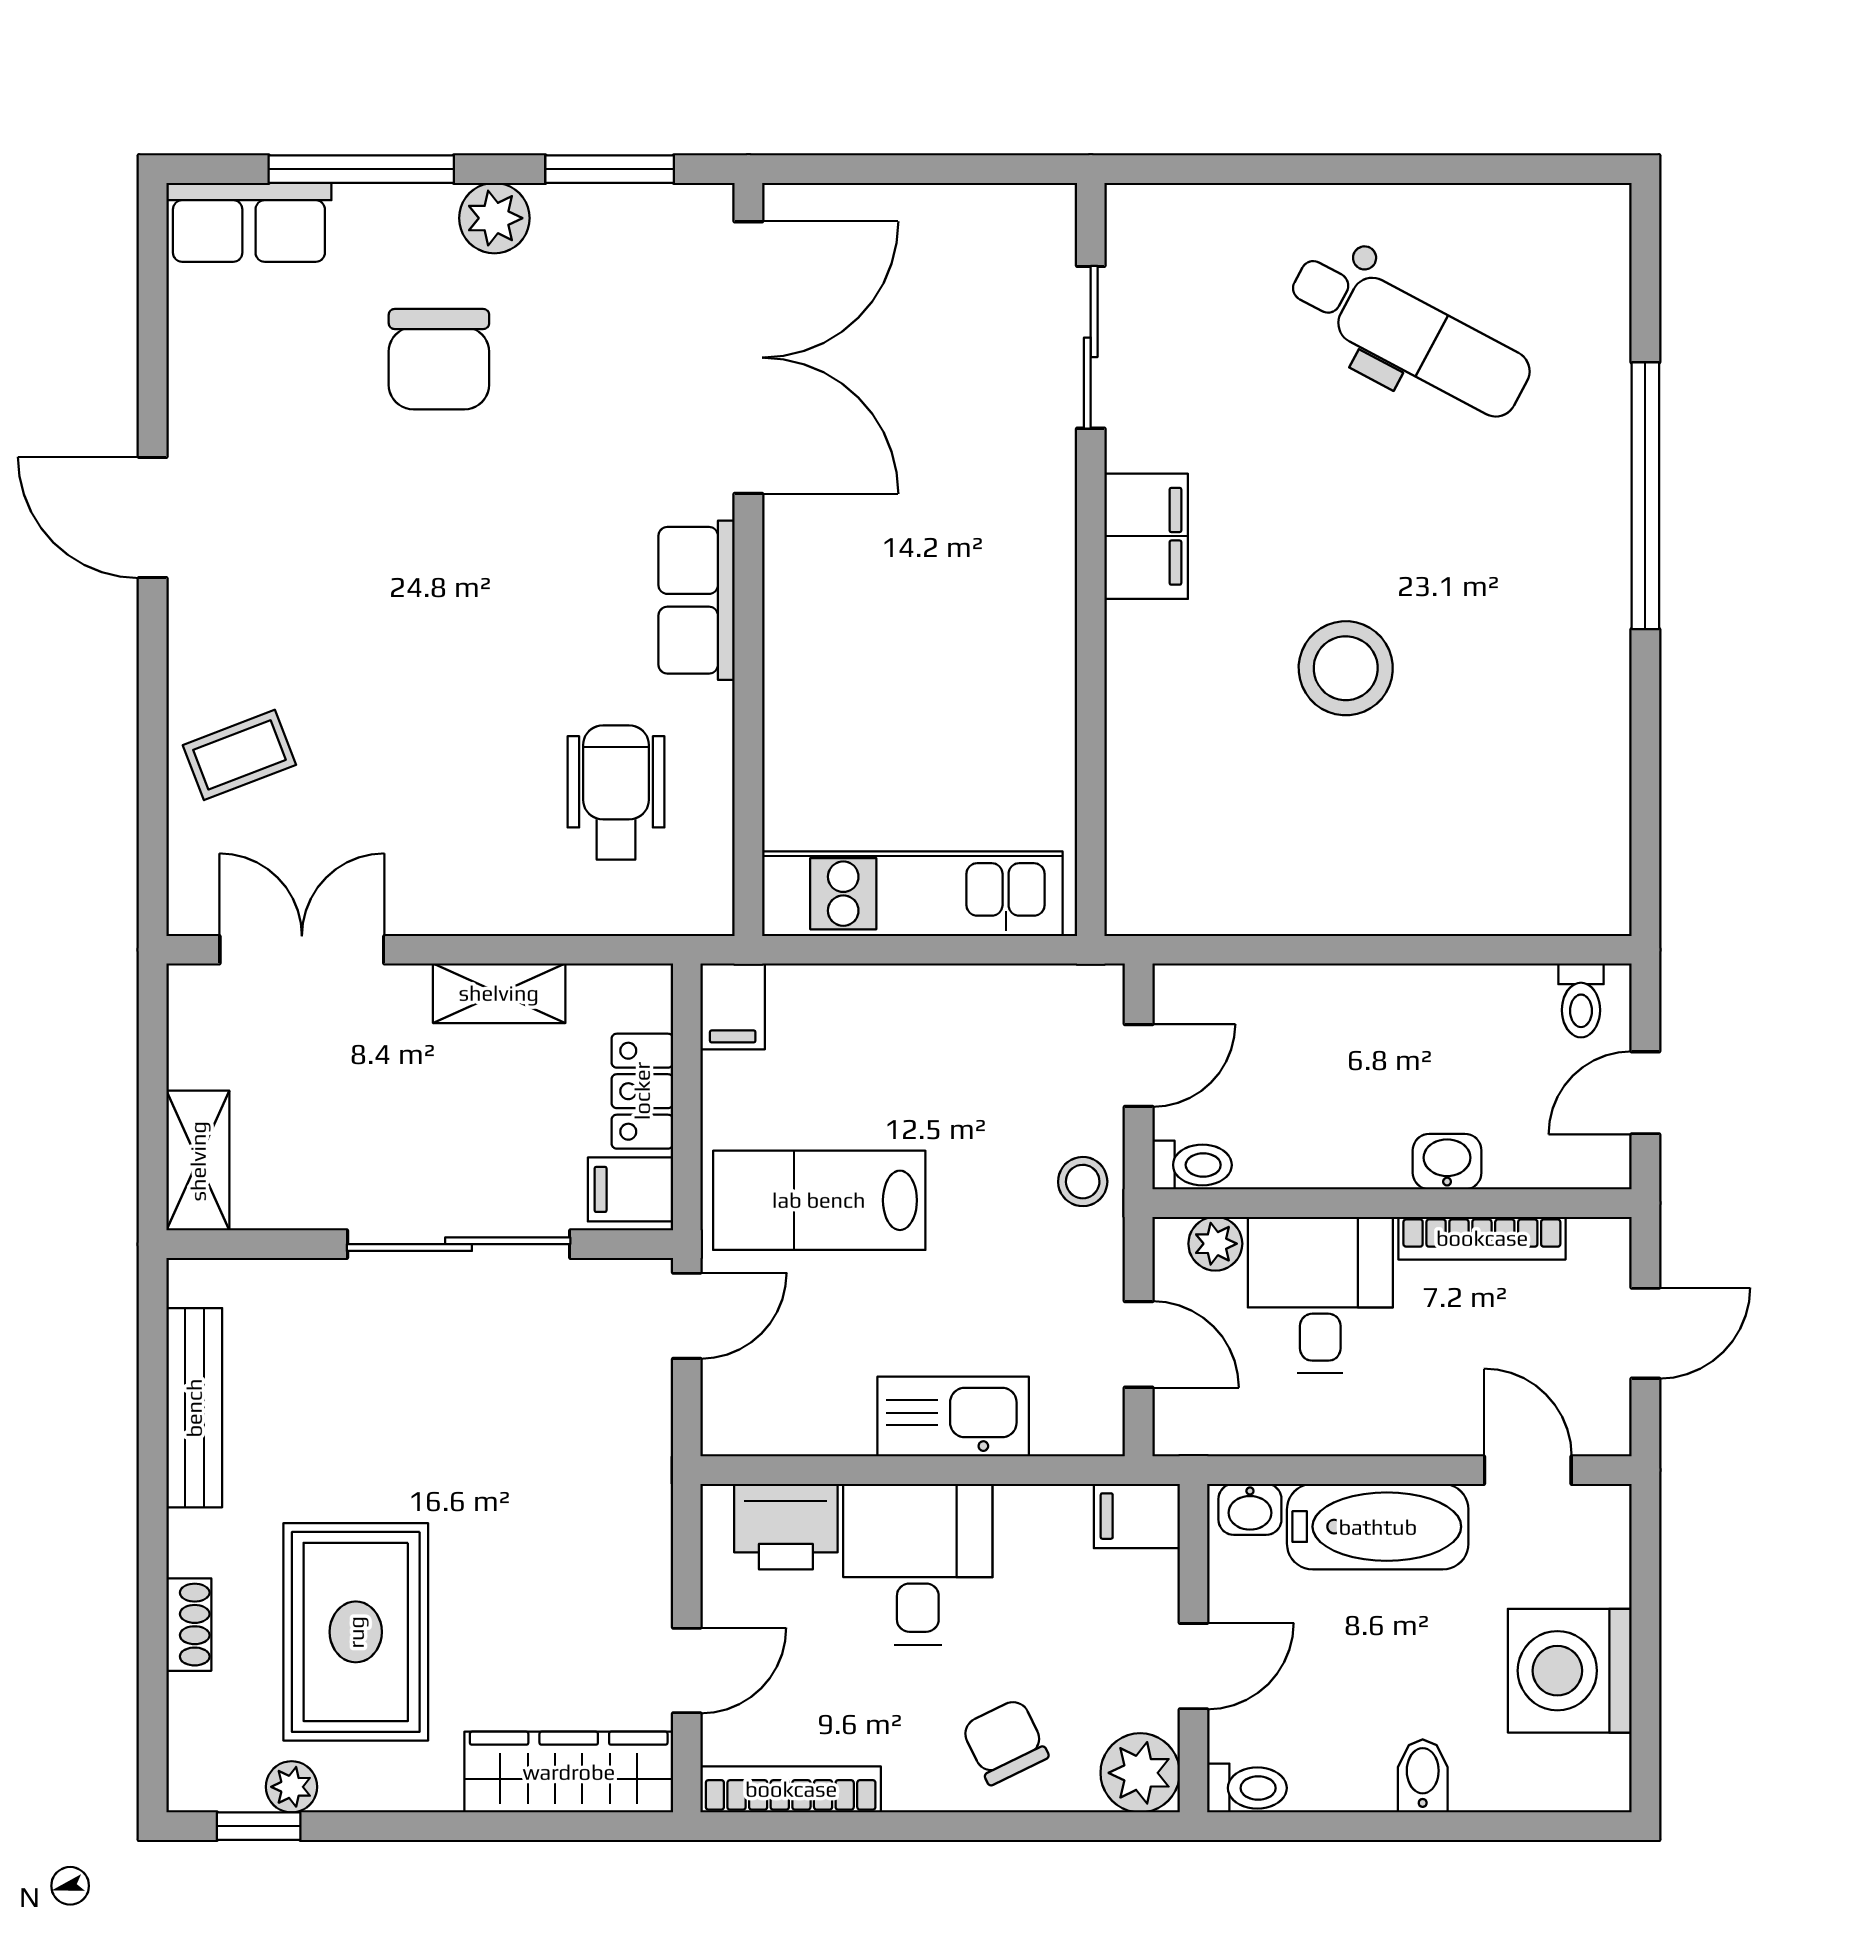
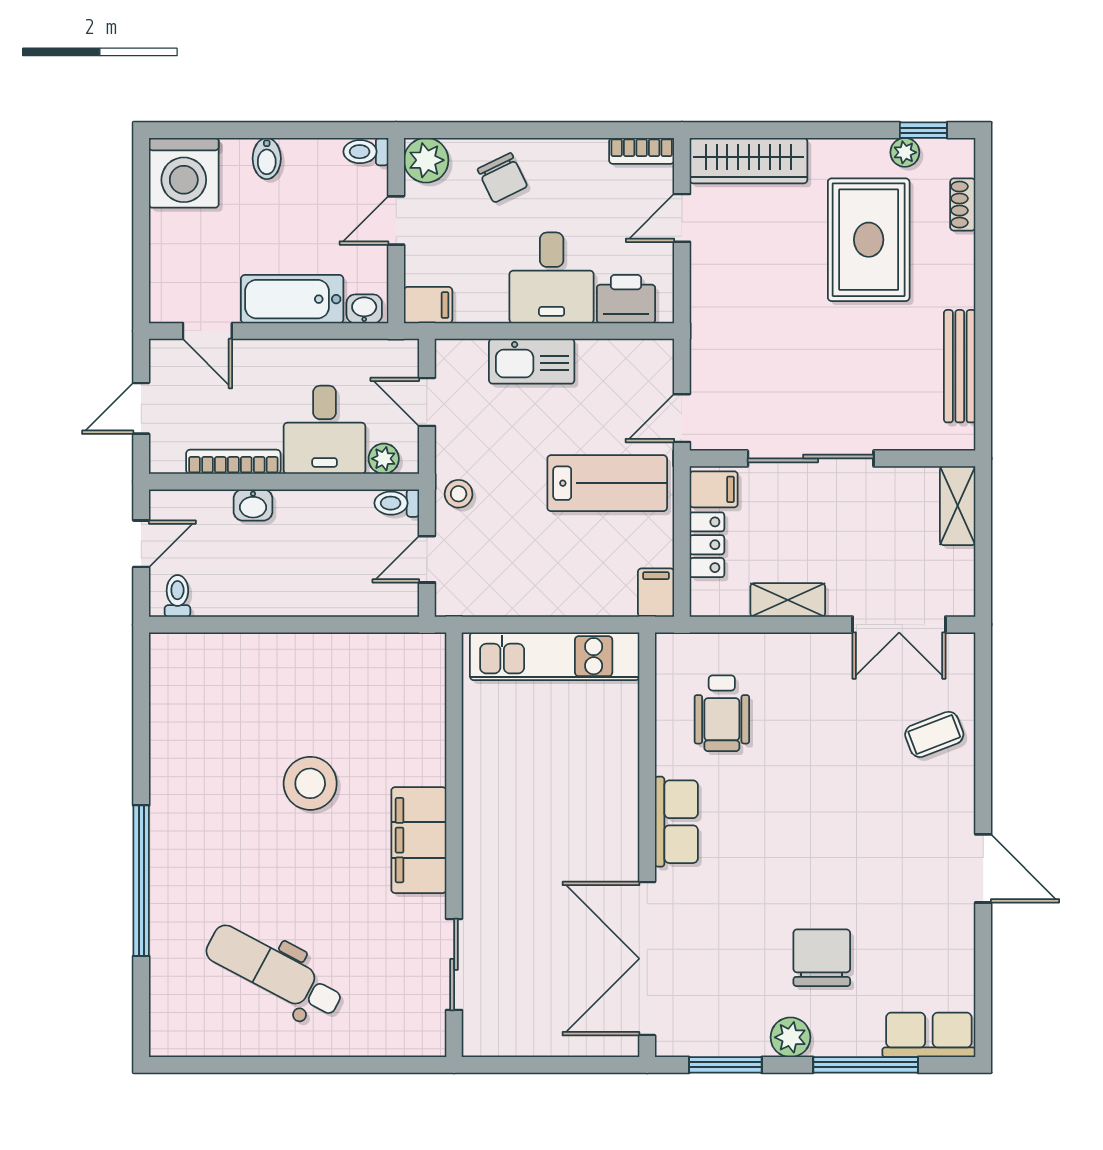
filing cabinet: (1146, 536) -> (419, 840), width x1.50, depth x1.17
shoe rack: (189, 1625) -> (963, 205), moved
washing machine: (1570, 1671) -> (184, 173), moved, turned 90
bookcase: (791, 1789) -> (642, 151), width x0.64

